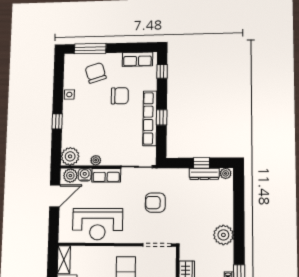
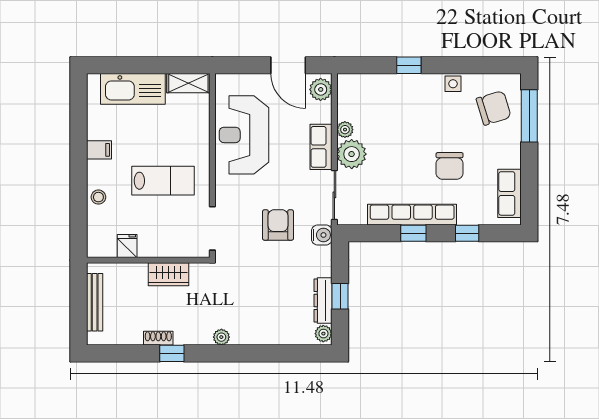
window: (162, 71) -> (467, 233), moved
chair: (96, 73) -> (494, 108), moved
plant: (70, 156) -> (352, 154), moved
water cooler: (85, 175) -> (322, 235), moved
plant: (223, 235) -> (221, 337), width x0.53, depth x0.53

